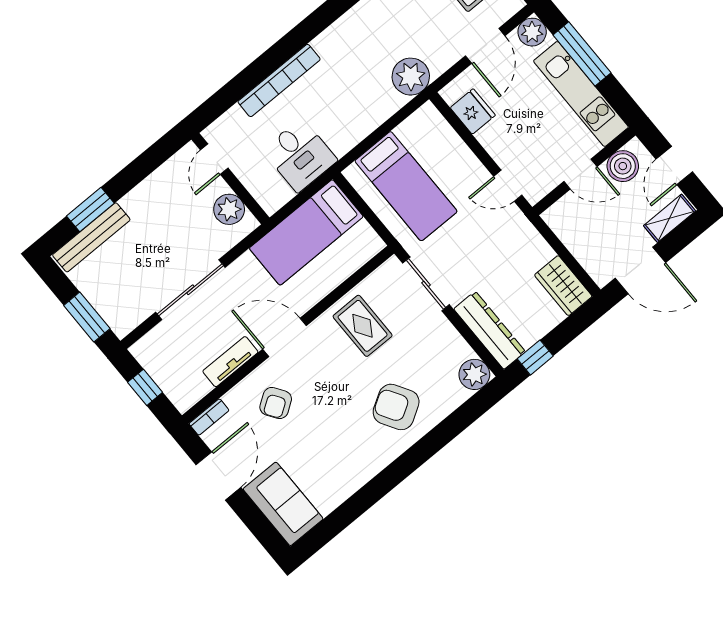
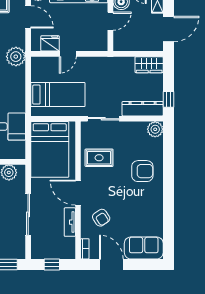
door: (508, 186) -> (68, 54), moved
bed: (306, 232) -> (50, 149), width x1.50
door: (285, 337) -> (78, 193), hinge flipped
armchair: (396, 407) -> (142, 171), turned -149

